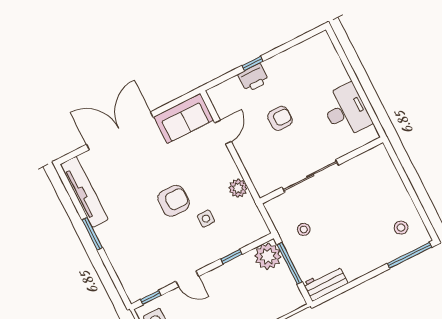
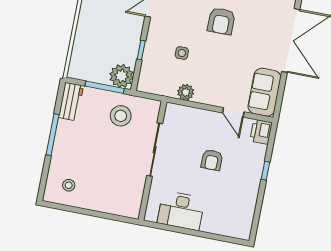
printer: (253, 78) -> (261, 132), moved
armchair: (174, 201) -> (221, 21), moved
stool: (304, 229) -> (121, 116), width x1.89, depth x1.89
window: (409, 255) -> (53, 135), moved

